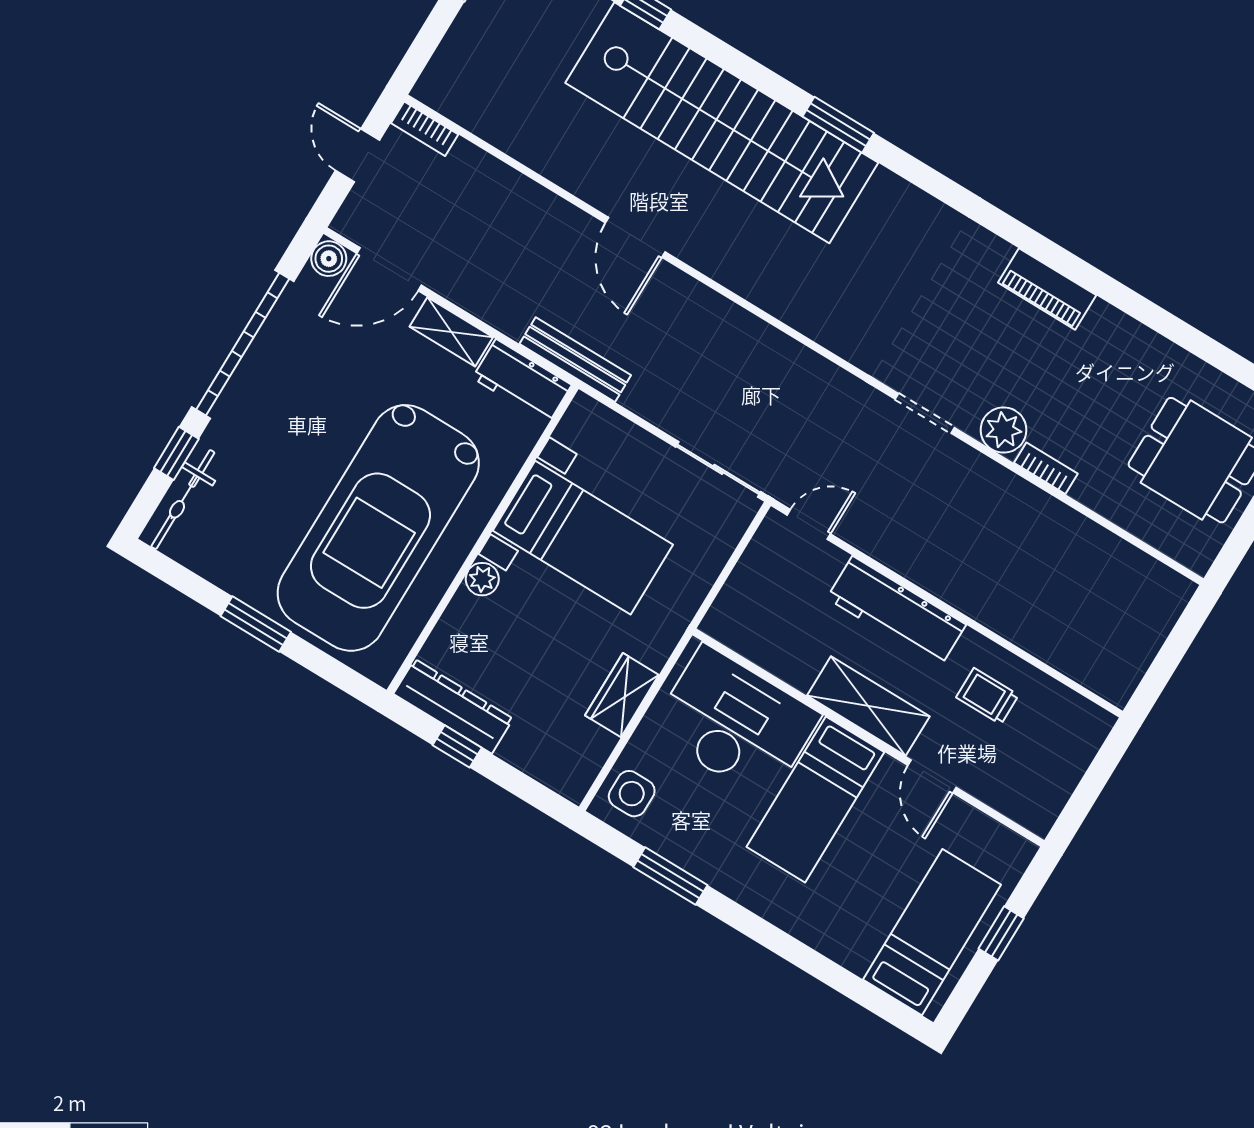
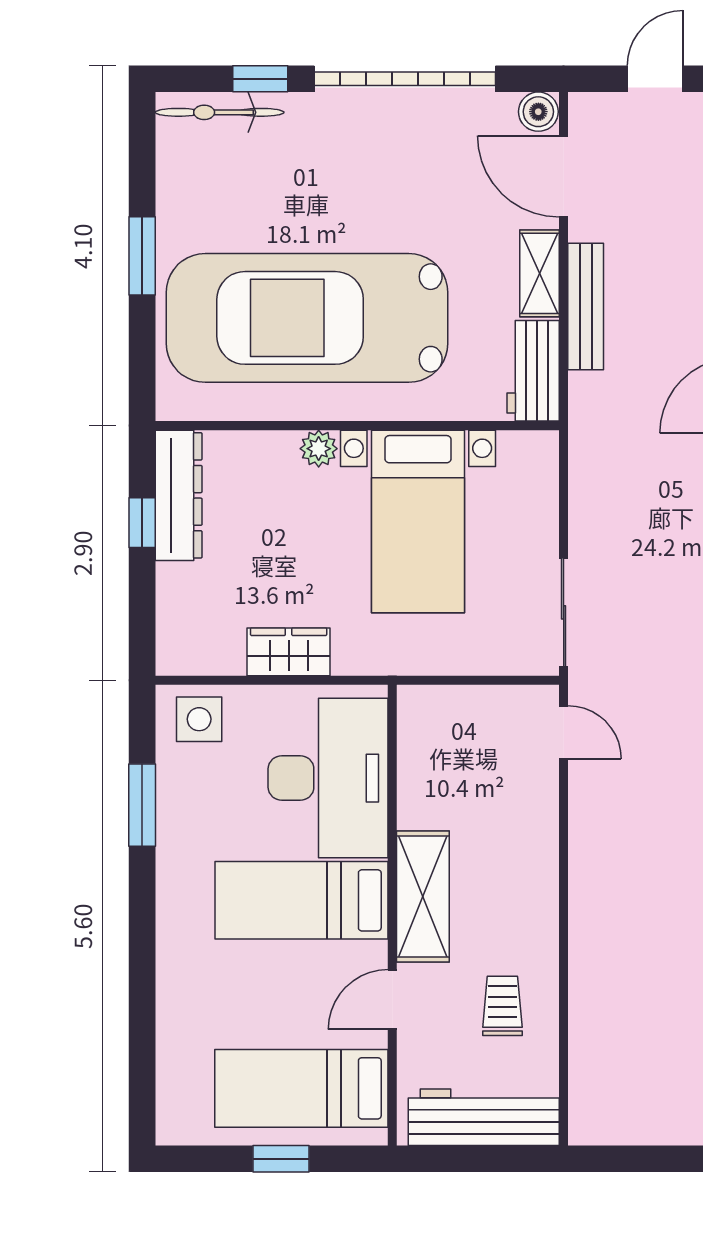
bench: (575, 360) -> (586, 307), moved
workbench: (896, 611) -> (484, 1117), moved, turned 90
bed: (932, 932) -> (301, 1088), moved, turned 180

